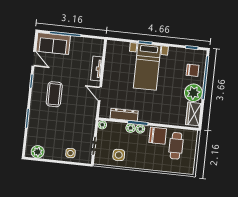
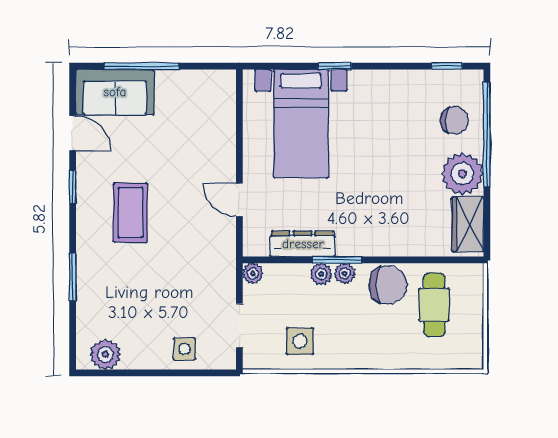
bed with nightstands: (147, 67) -> (301, 124), moved
tv unit: (96, 69) -> (225, 141), removed

